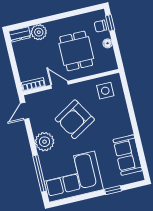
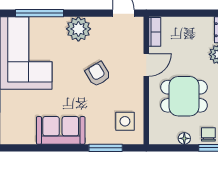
window: (129, 100) -> (106, 148), added
armchair: (75, 119) -> (98, 74), width x0.53, depth x0.53
sofa: (128, 155) -> (61, 130), moved

